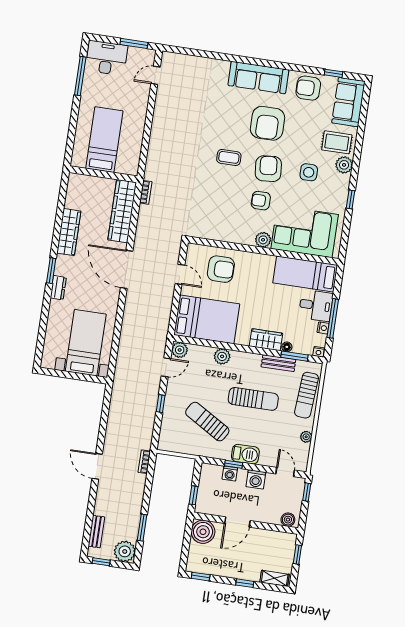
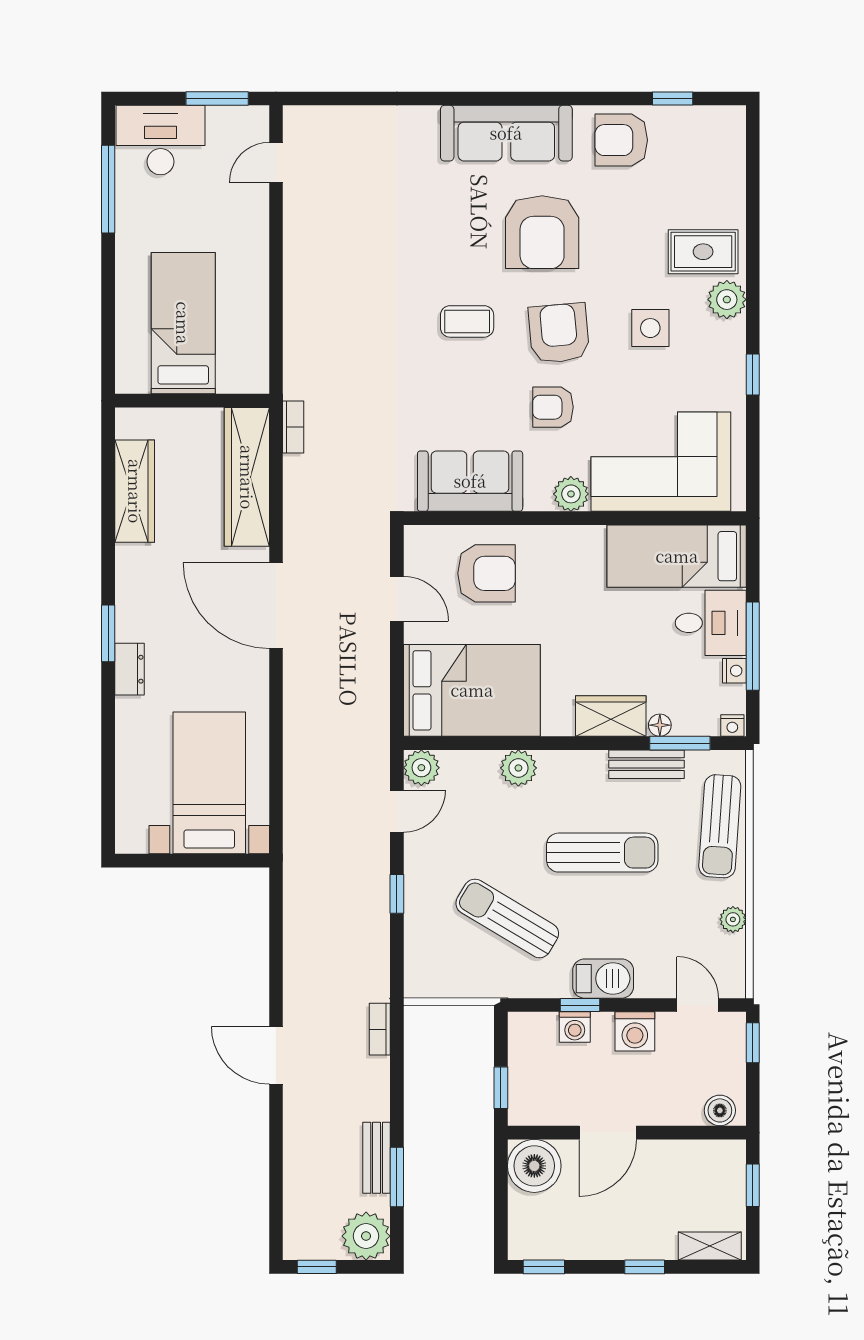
sofa: (348, 102) -> (470, 481), moved, turned 90
wardrobe: (69, 232) -> (135, 491), moved
bench: (96, 532) -> (377, 1158), moved

